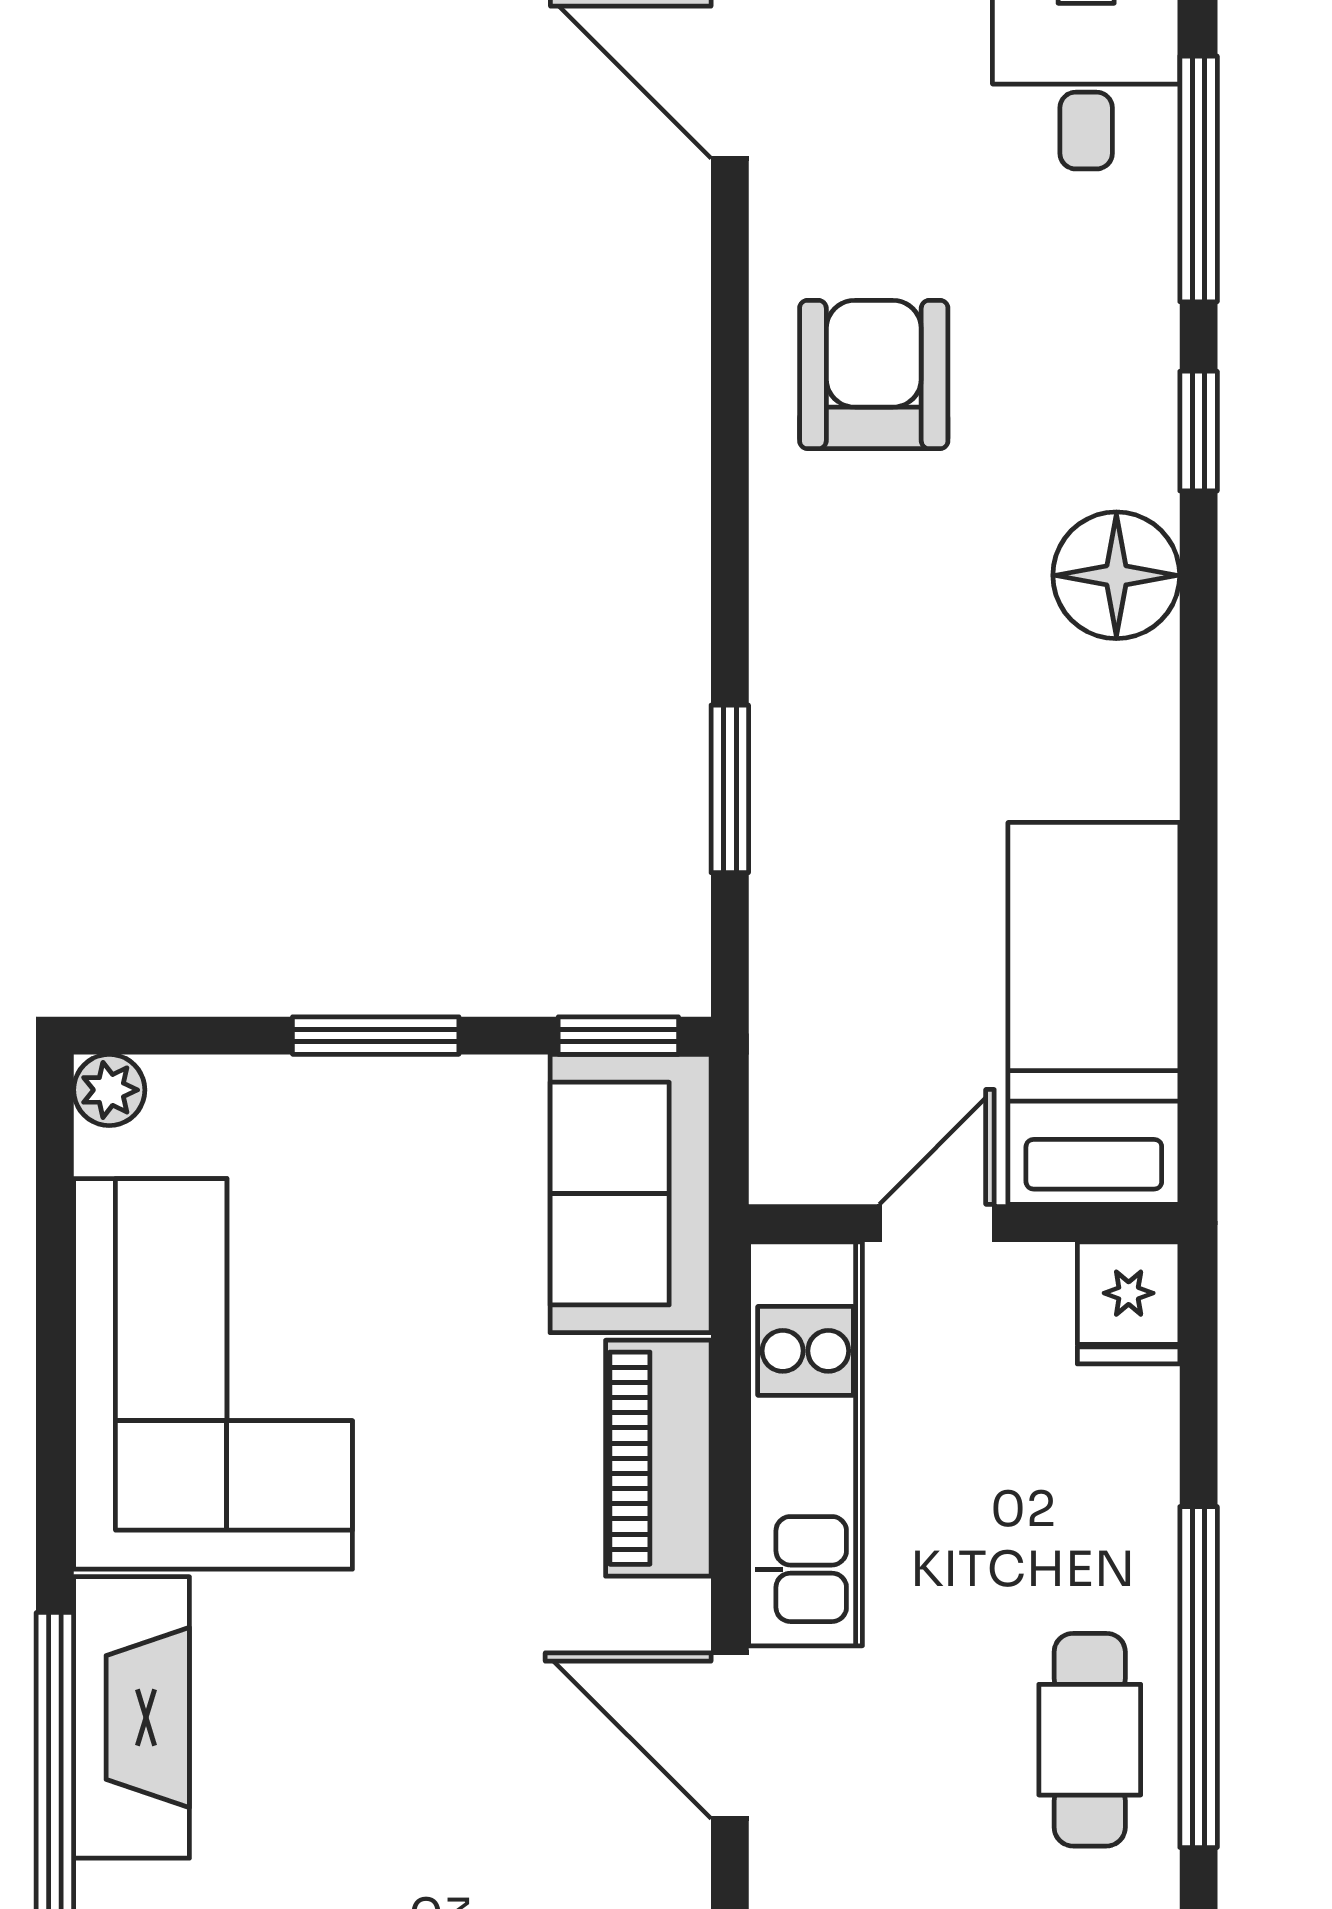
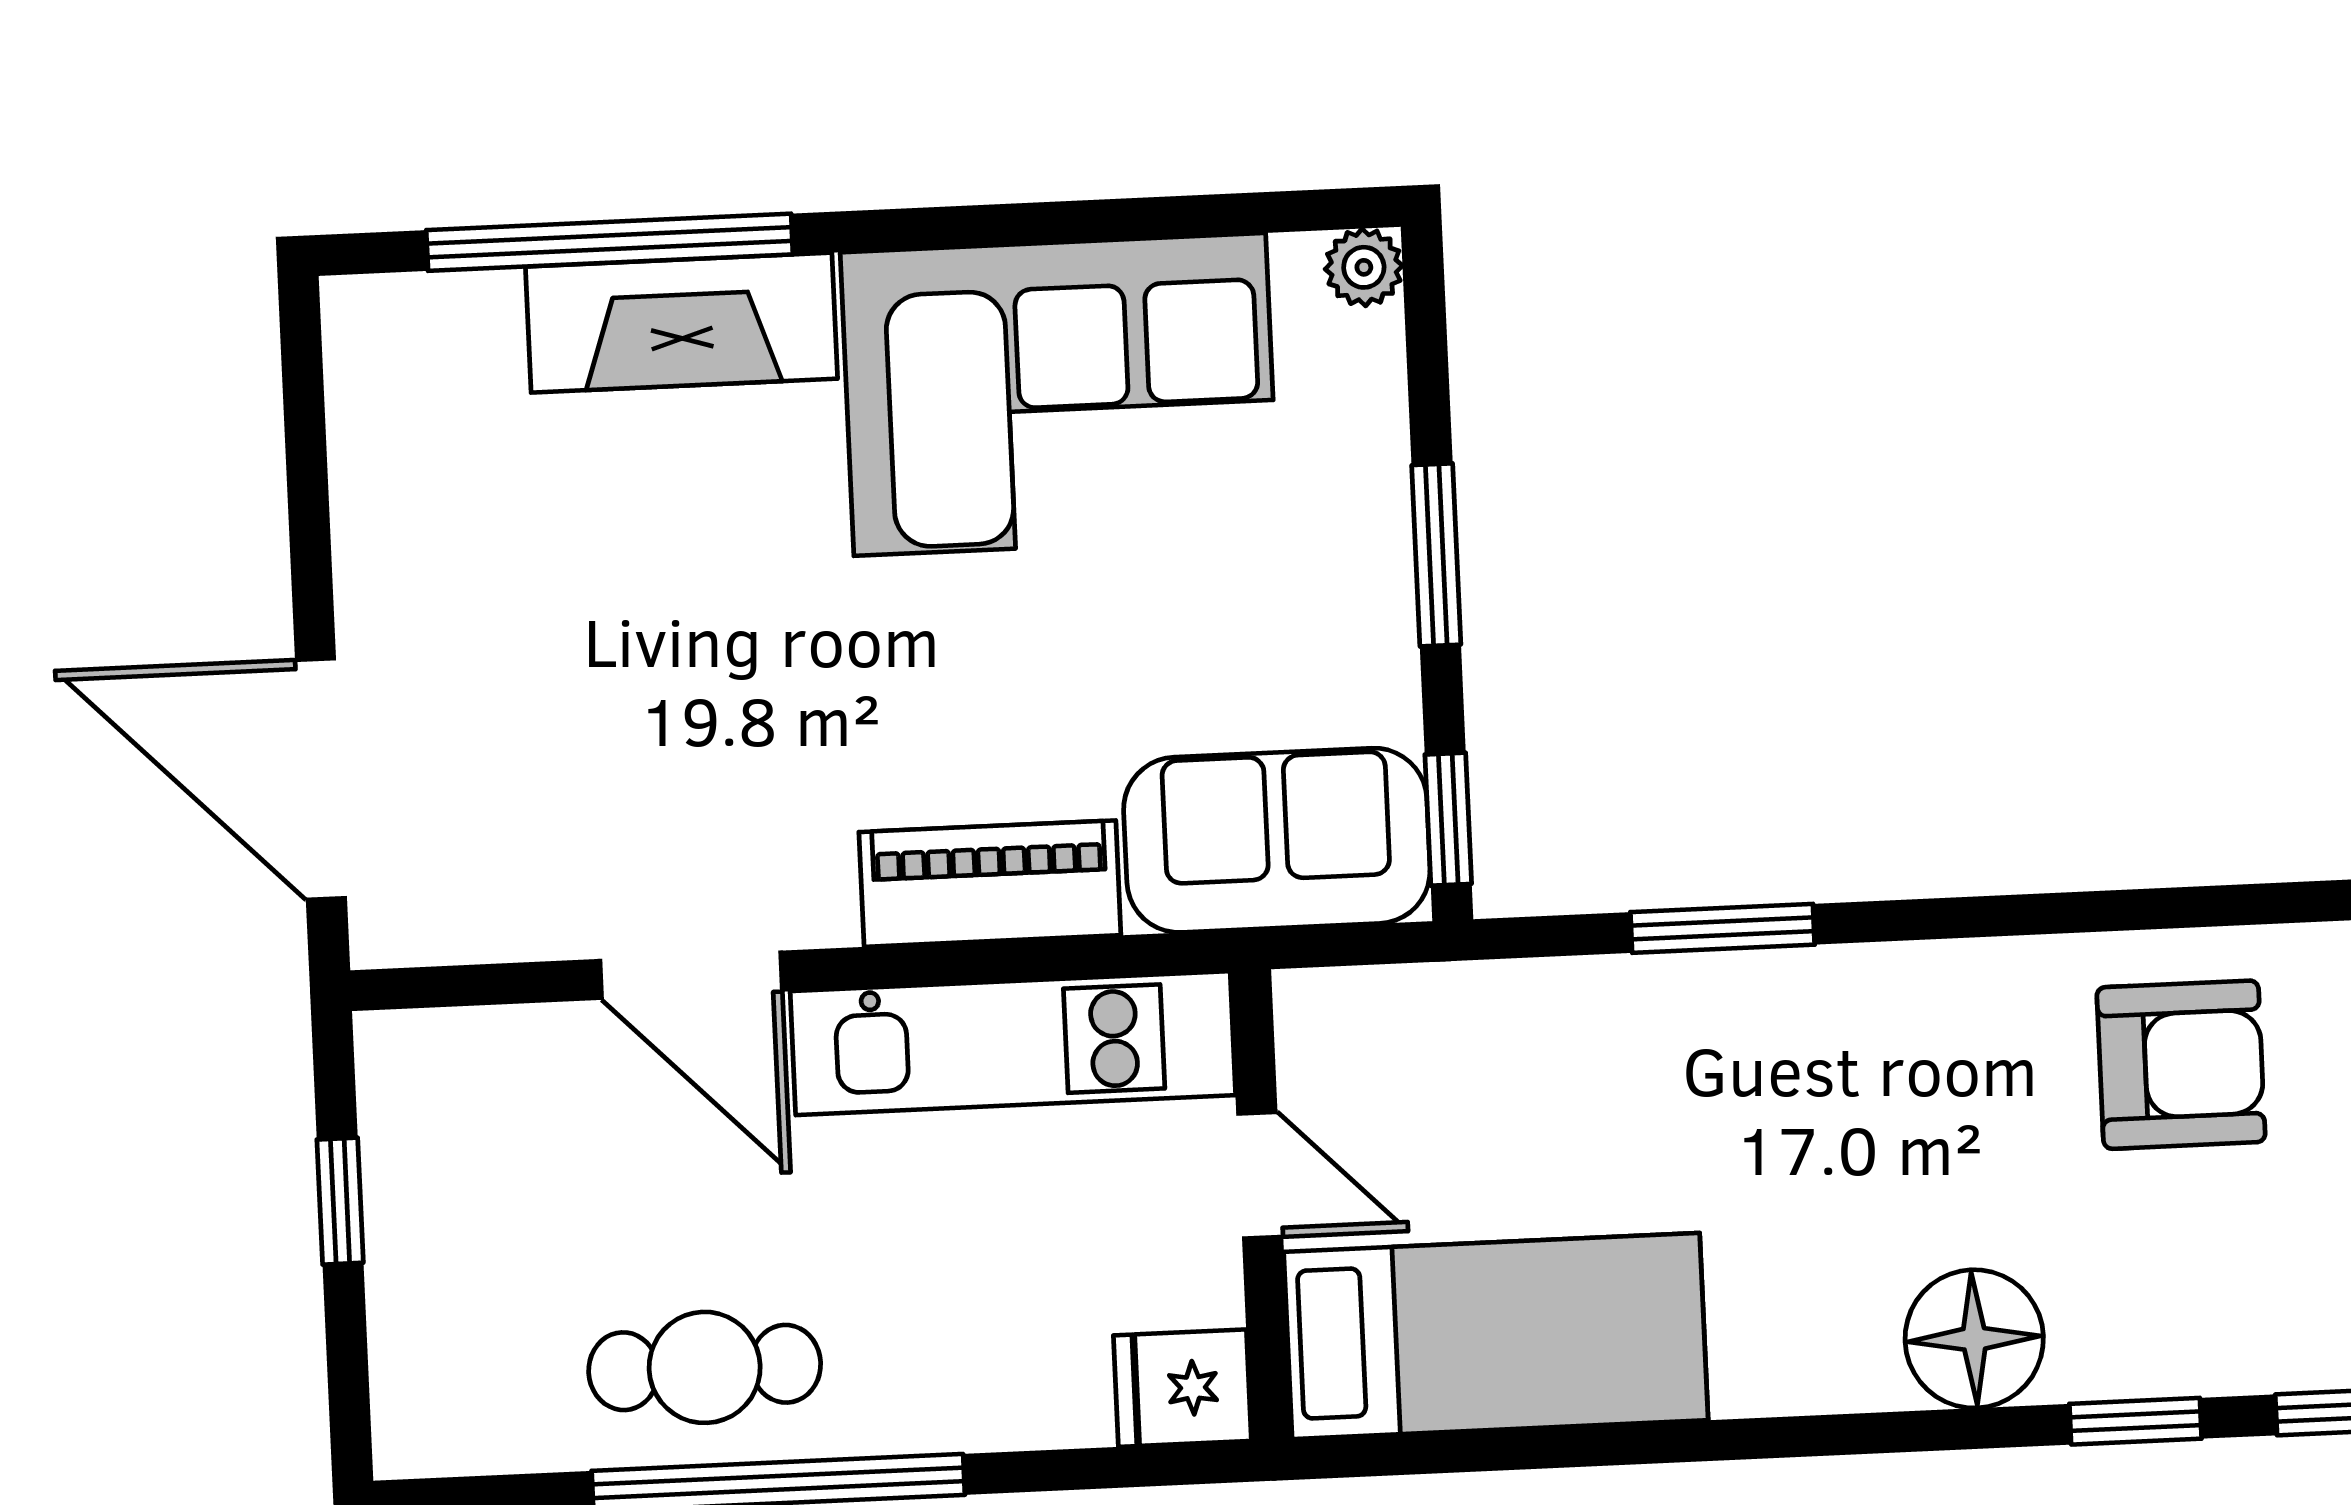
door: (730, 1736) -> (691, 975), swing flipped

